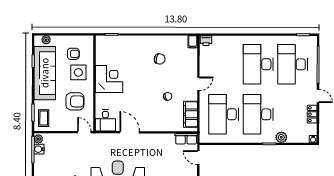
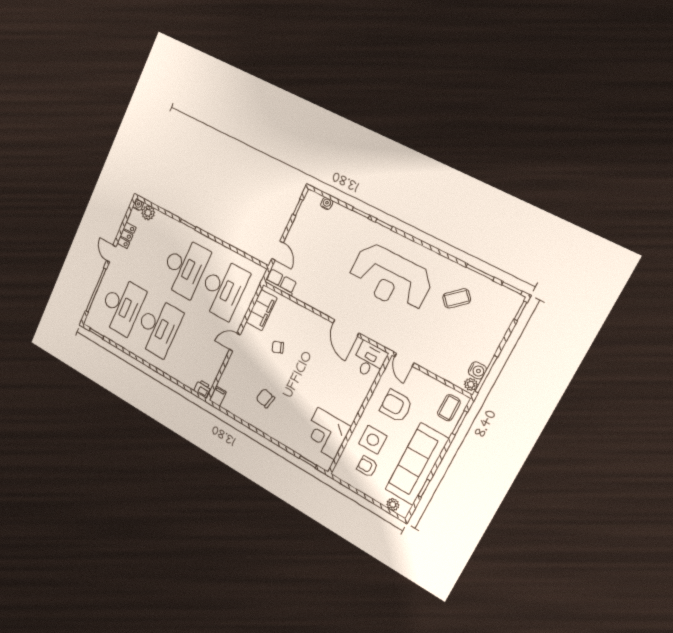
corner desk: (109, 79) -> (326, 433), moved
plant: (281, 137) -> (148, 213), moved

